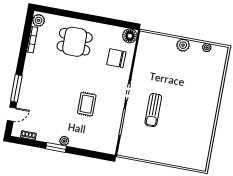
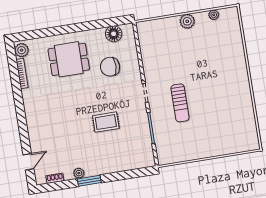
floor lamp: (130, 36) -> (114, 34), moved
chair: (116, 58) -> (110, 67), moved
window: (16, 88) -> (24, 132), removed
rug: (87, 104) -> (106, 122), turned 90
plant: (64, 141) -> (79, 173), moved

